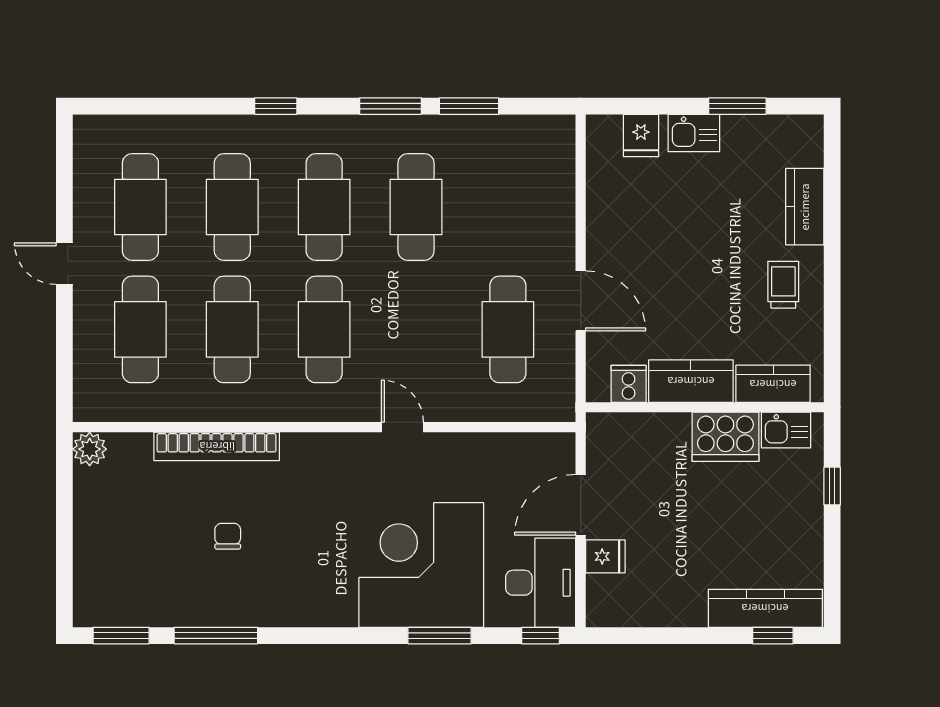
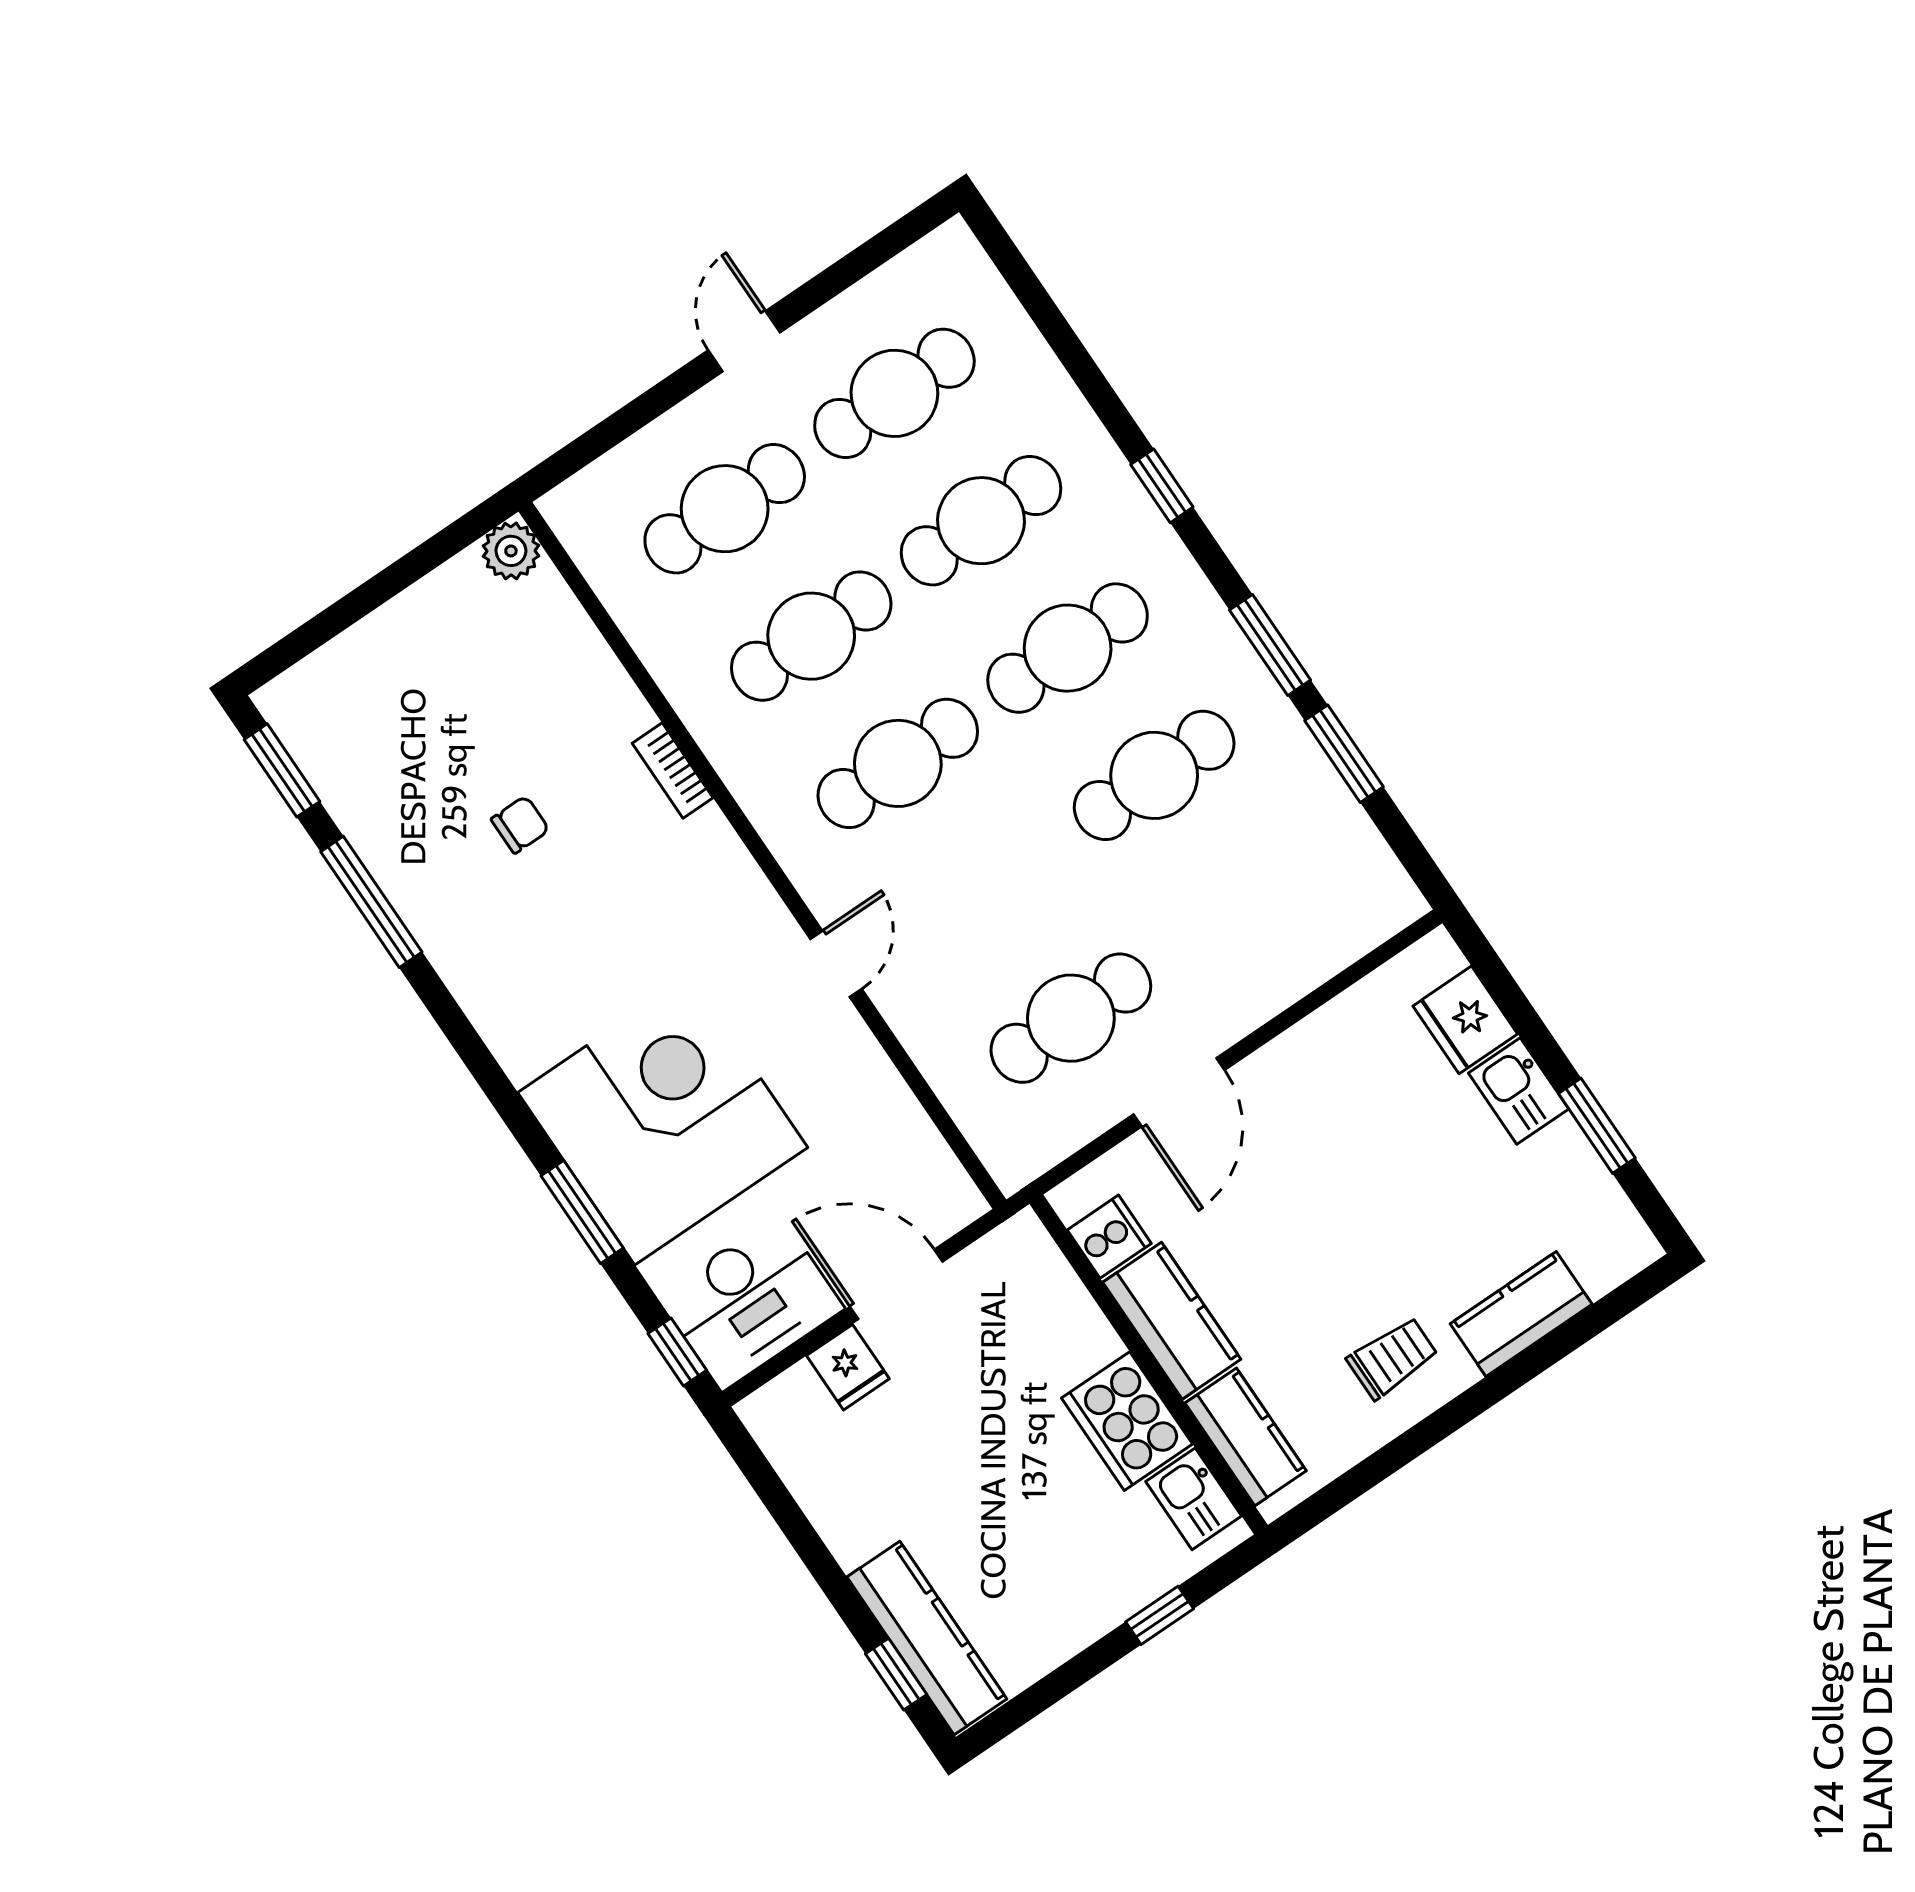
fridge: (641, 135) -> (1465, 1020), width x1.38
bookcase: (217, 446) -> (673, 770), width x0.43, depth x0.76

